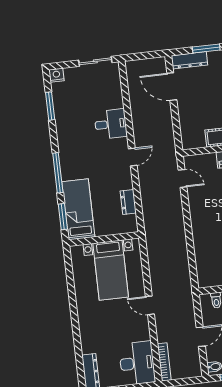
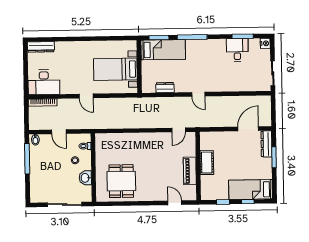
desk: (111, 124) -> (237, 50), moved, turned 180
door: (150, 305) -> (86, 96), swing flipped

